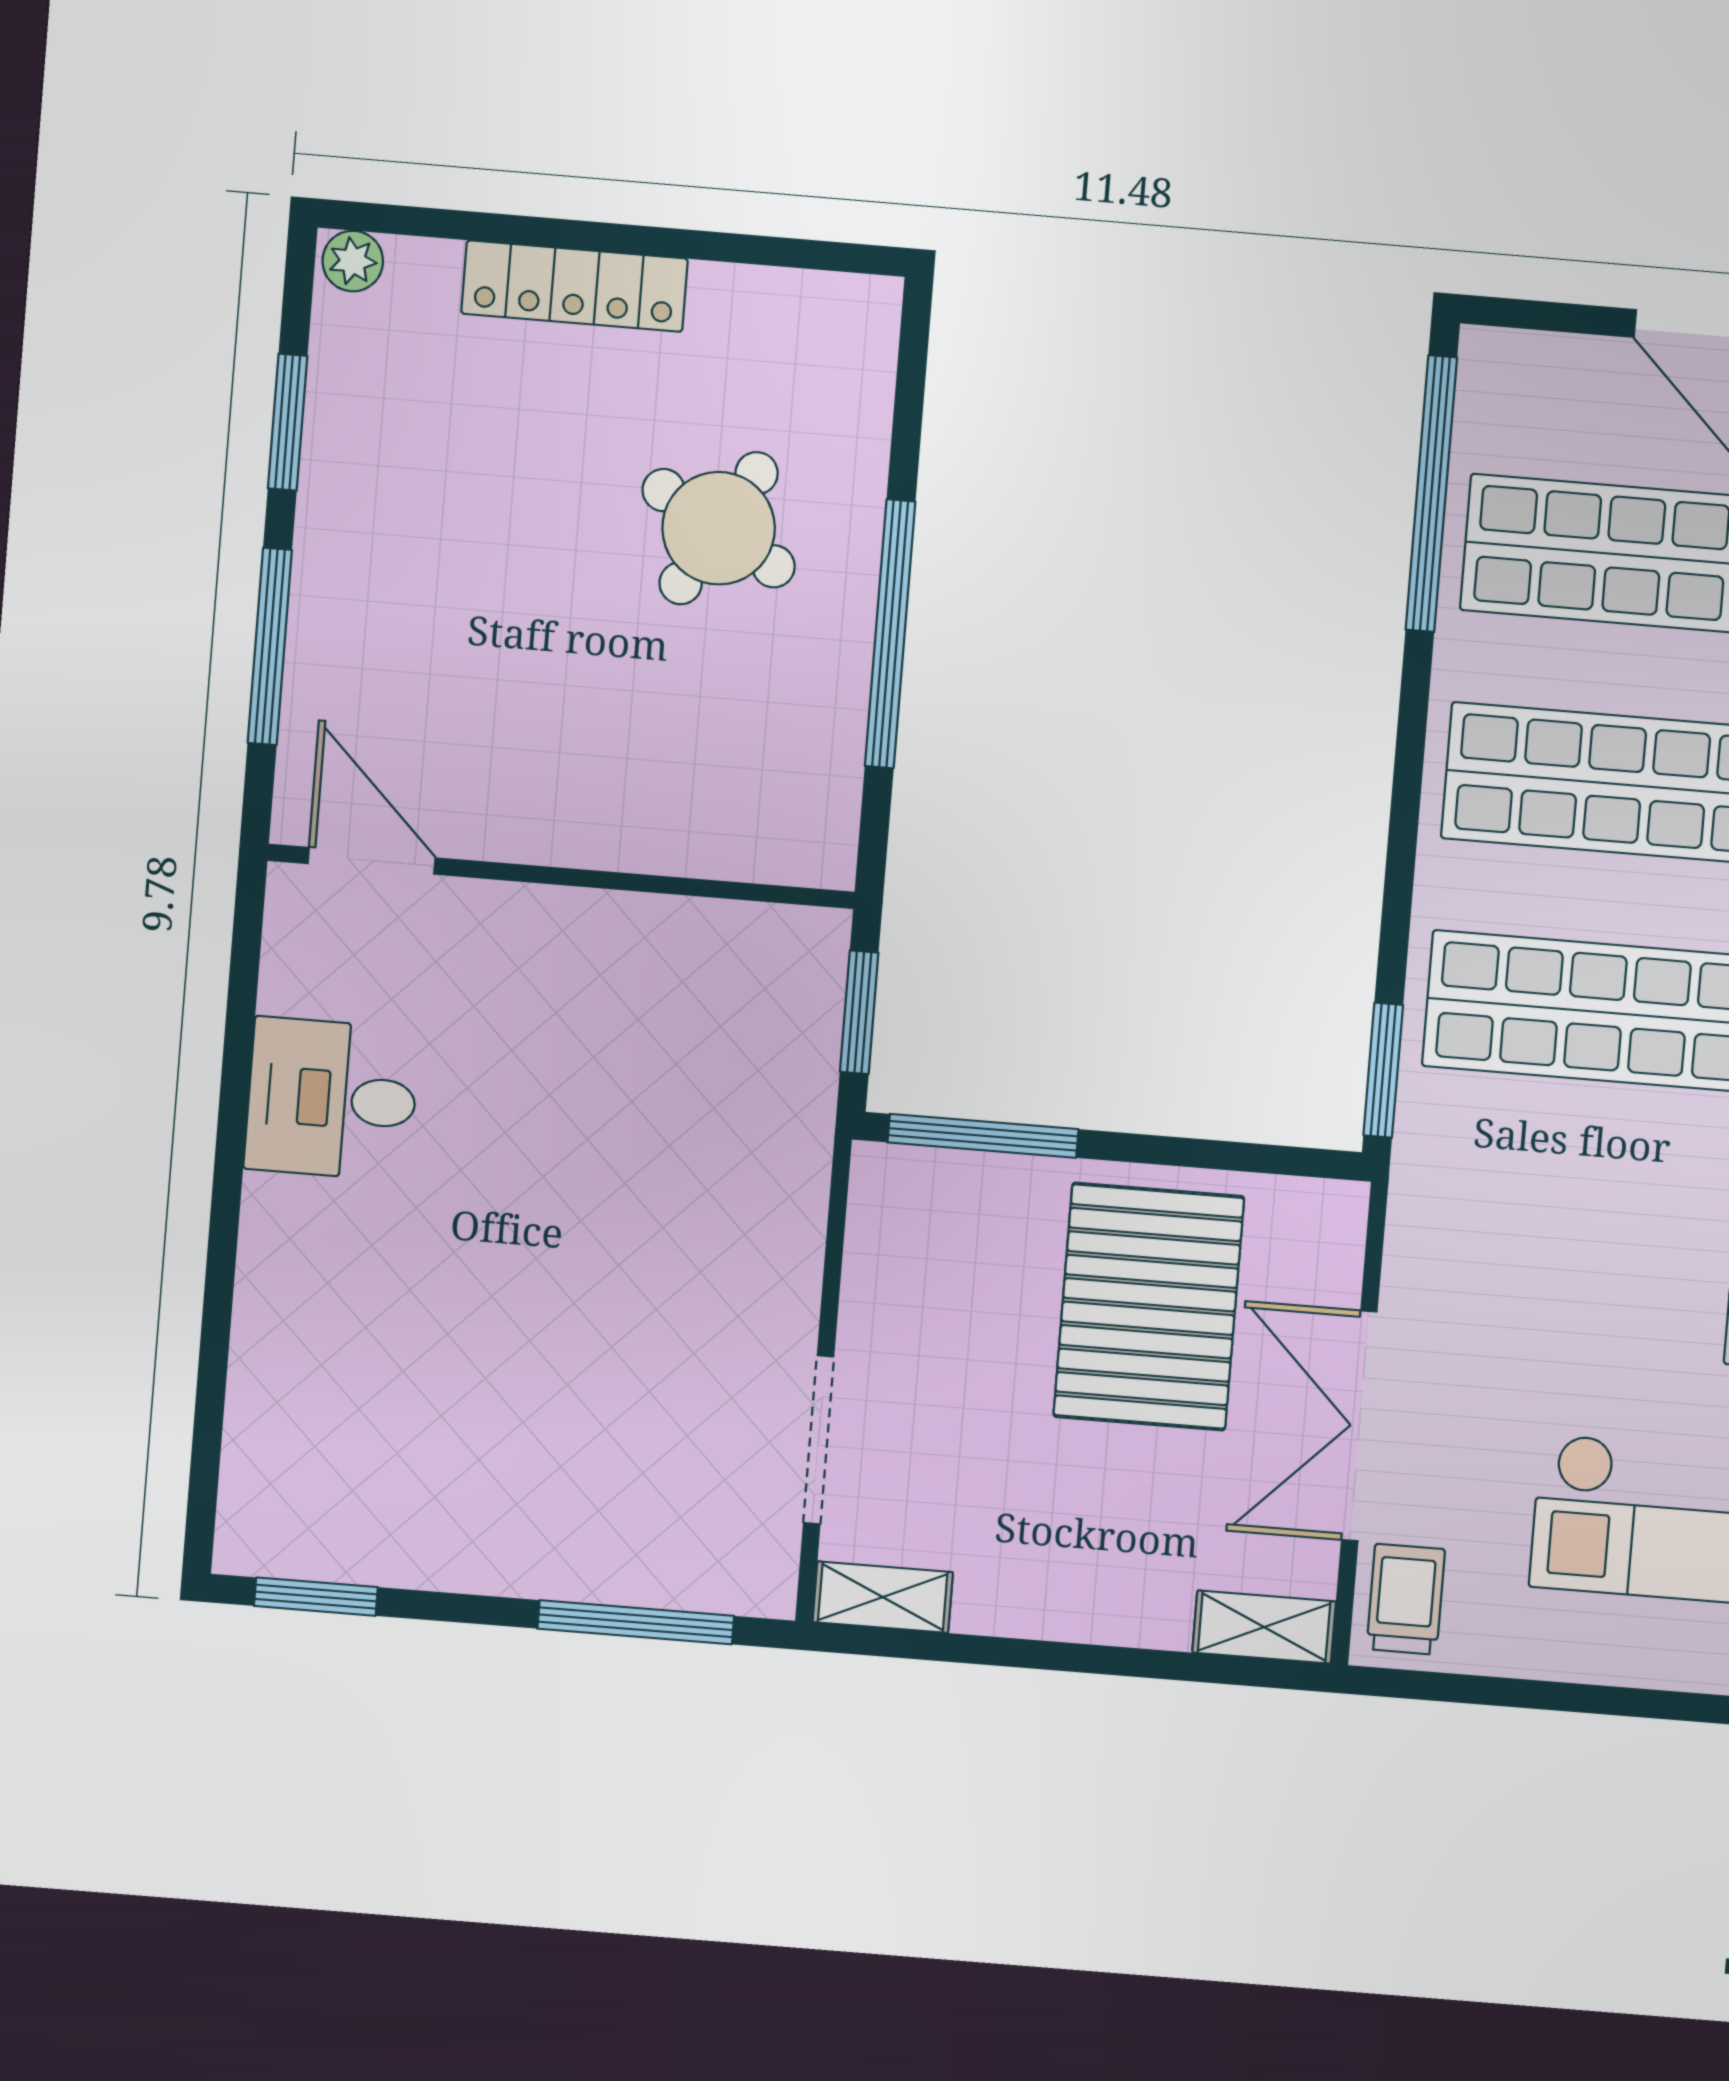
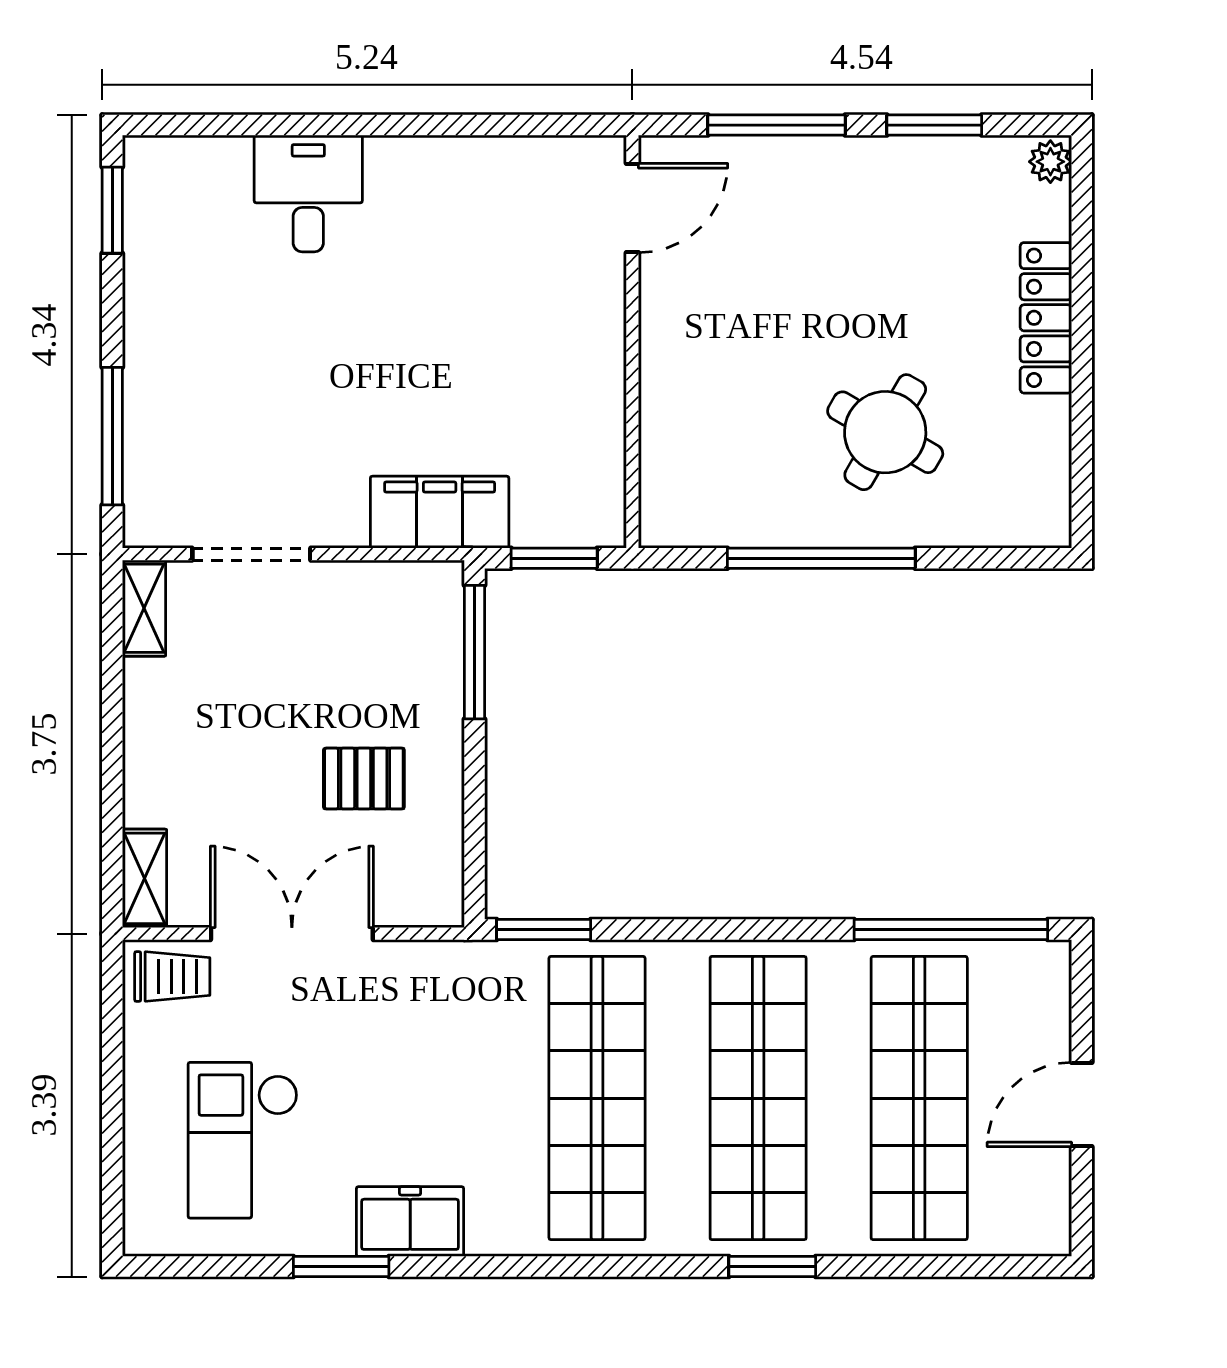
desk: (332, 1099) -> (308, 193), moved
filing cabinet: (781, 1169) -> (440, 512), added
pallet: (1149, 1307) -> (364, 779), width x0.49, depth x0.50

